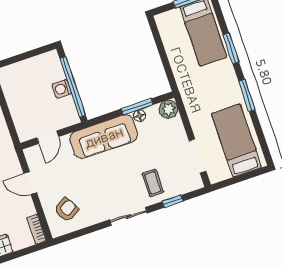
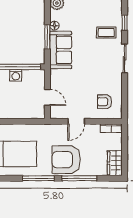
window: (137, 107) -> (47, 37), moved
sofa: (104, 137) -> (61, 50), width x0.73
armchair: (66, 210) -> (105, 102), turned -59

